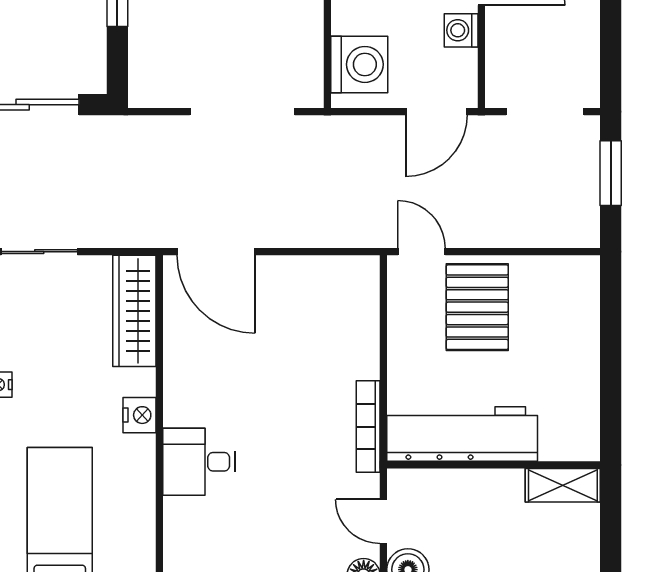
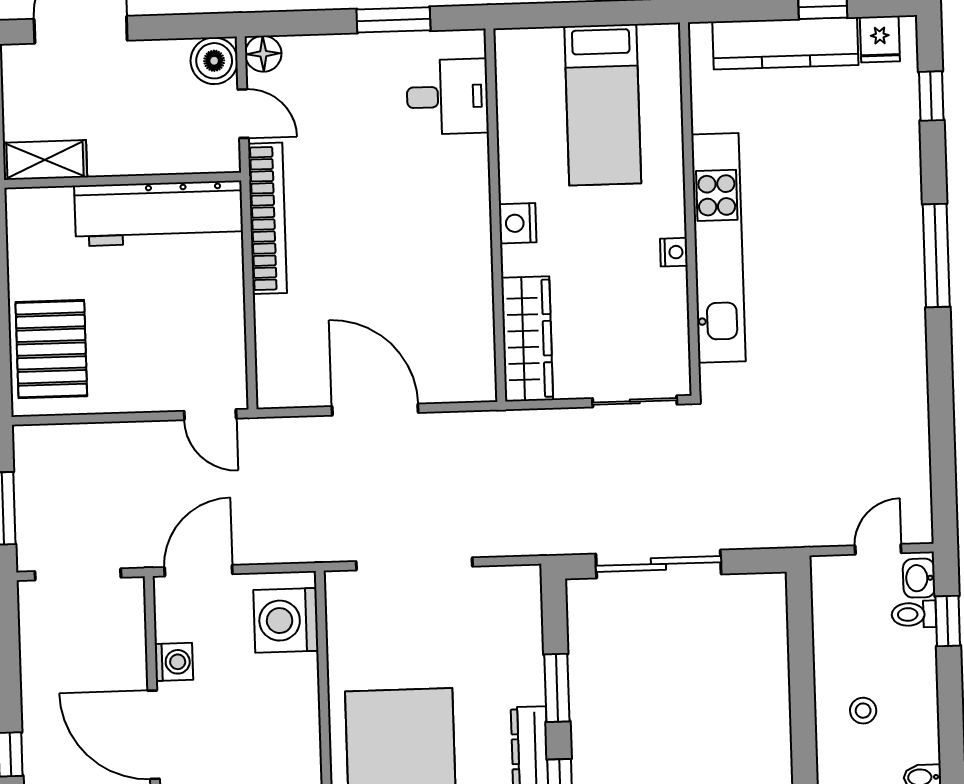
door: (216, 252) -> (375, 410), moved
pallet: (477, 307) -> (51, 349), moved
bookcase: (368, 427) -> (267, 218), width x1.48, depth x1.31
desk: (199, 462) -> (447, 97), moved

